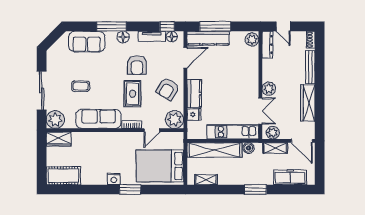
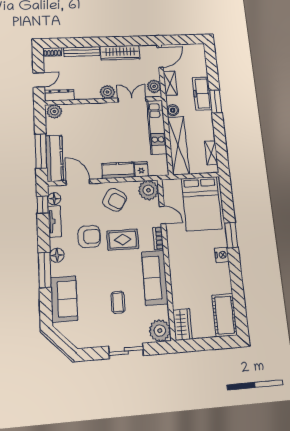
sliding door: (42, 90) -> (126, 351), width x0.73
freezer: (290, 177) -> (202, 93), moved

